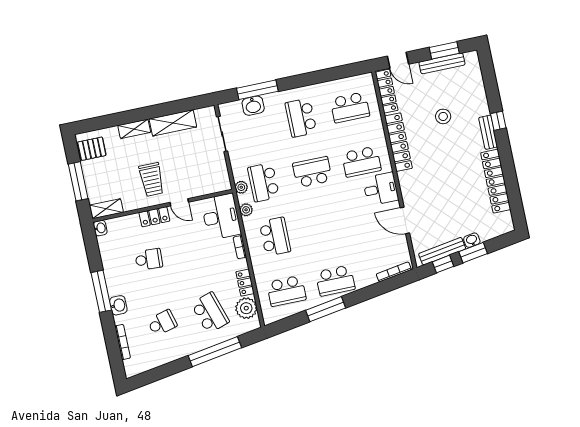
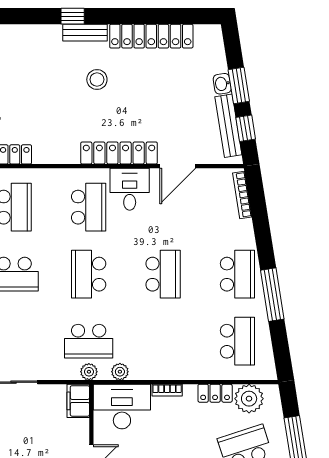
stool: (443, 116) -> (97, 80), moved
locker: (398, 142) -> (119, 153), moved
filing cabinet: (218, 184) -> (78, 401), added
school desk: (275, 237) -> (163, 274), moved, turned 90

